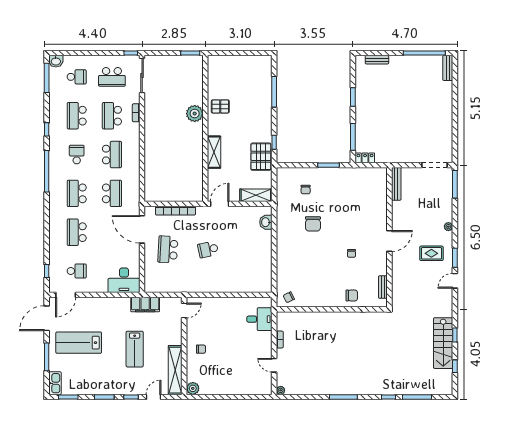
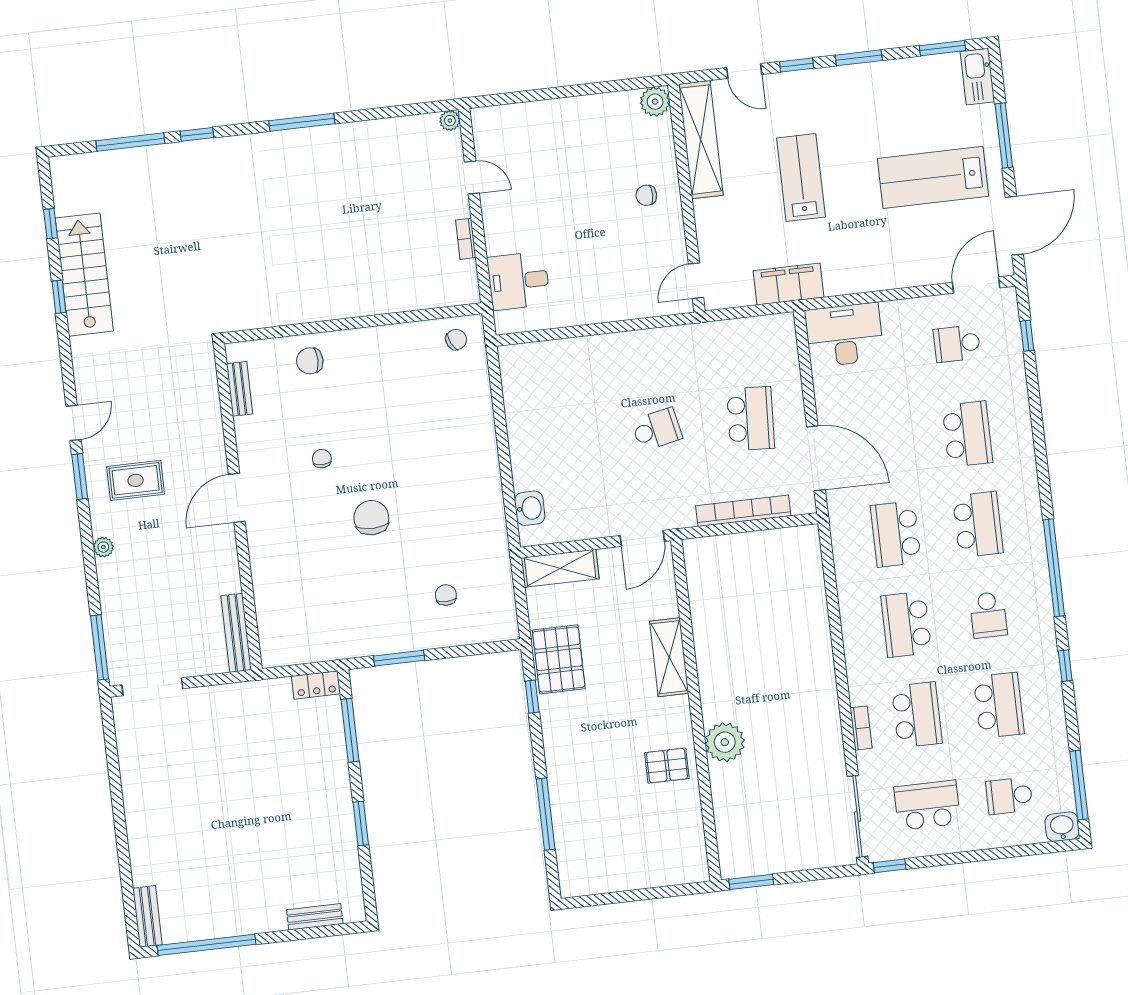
chair: (313, 224) -> (371, 518), moved
lab bench: (79, 343) -> (933, 177), turned 180
door: (153, 397) -> (744, 71), hinge flipped

